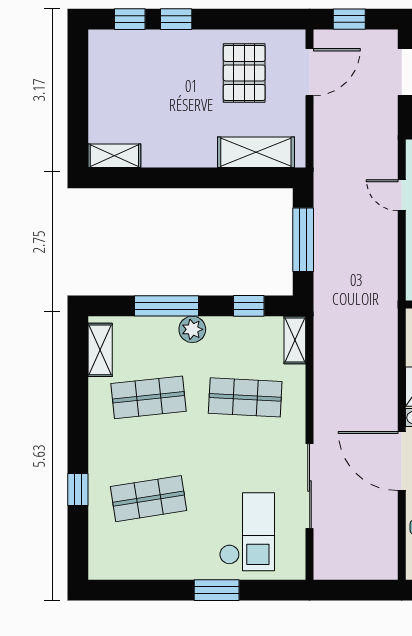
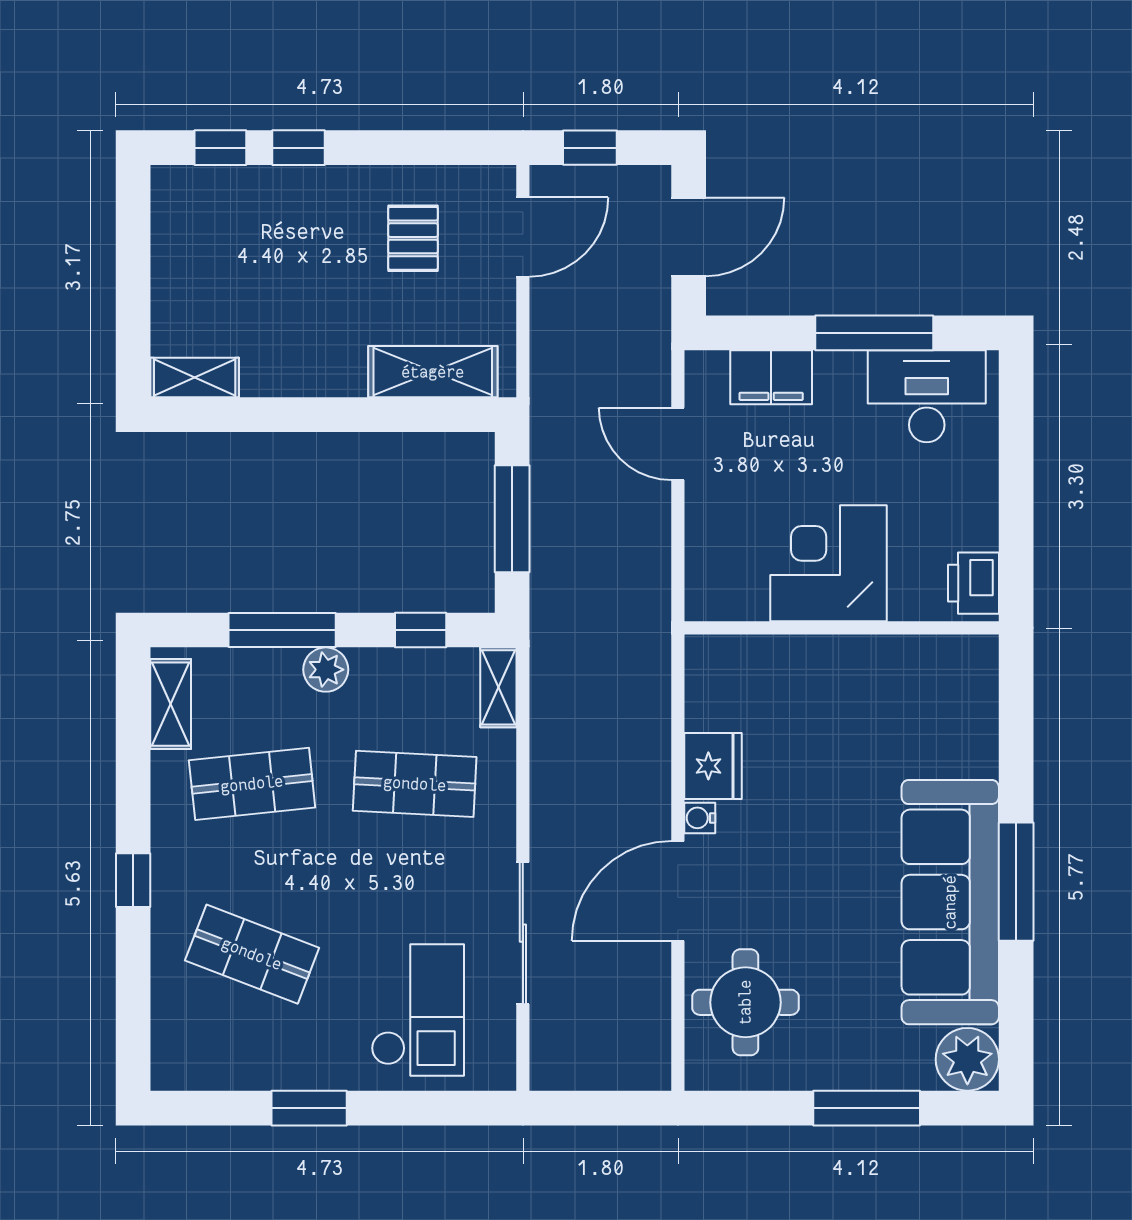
pallet: (244, 73) -> (413, 238), width x0.67, depth x0.71
door: (402, 195) -> (678, 444), width x1.38
door: (402, 461) -> (678, 891), hinge flipped
window: (78, 489) -> (133, 880), moved
shop shelf: (149, 499) -> (252, 954), turned 30
window: (217, 590) -> (309, 1108), moved

